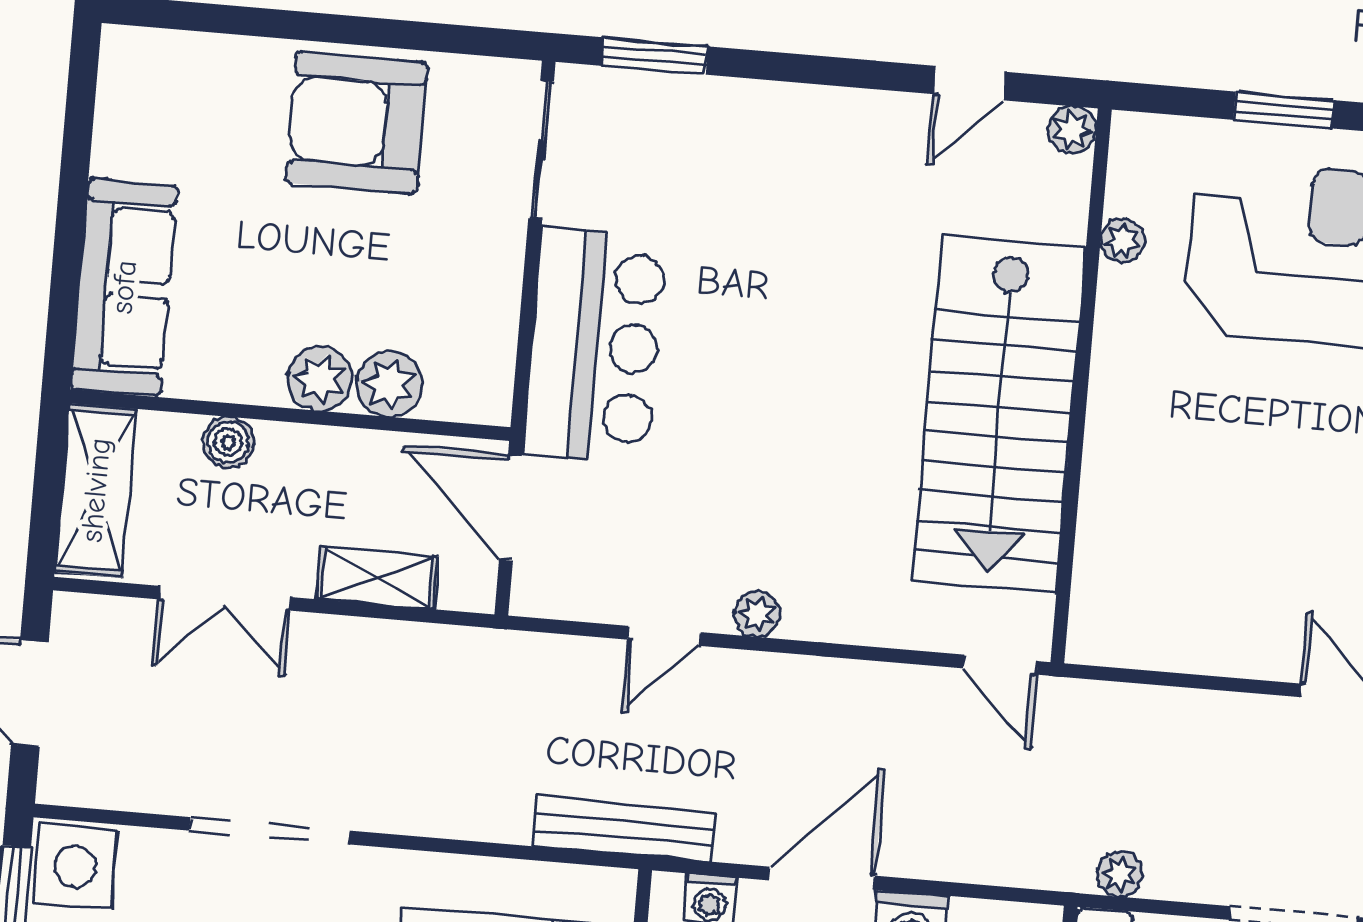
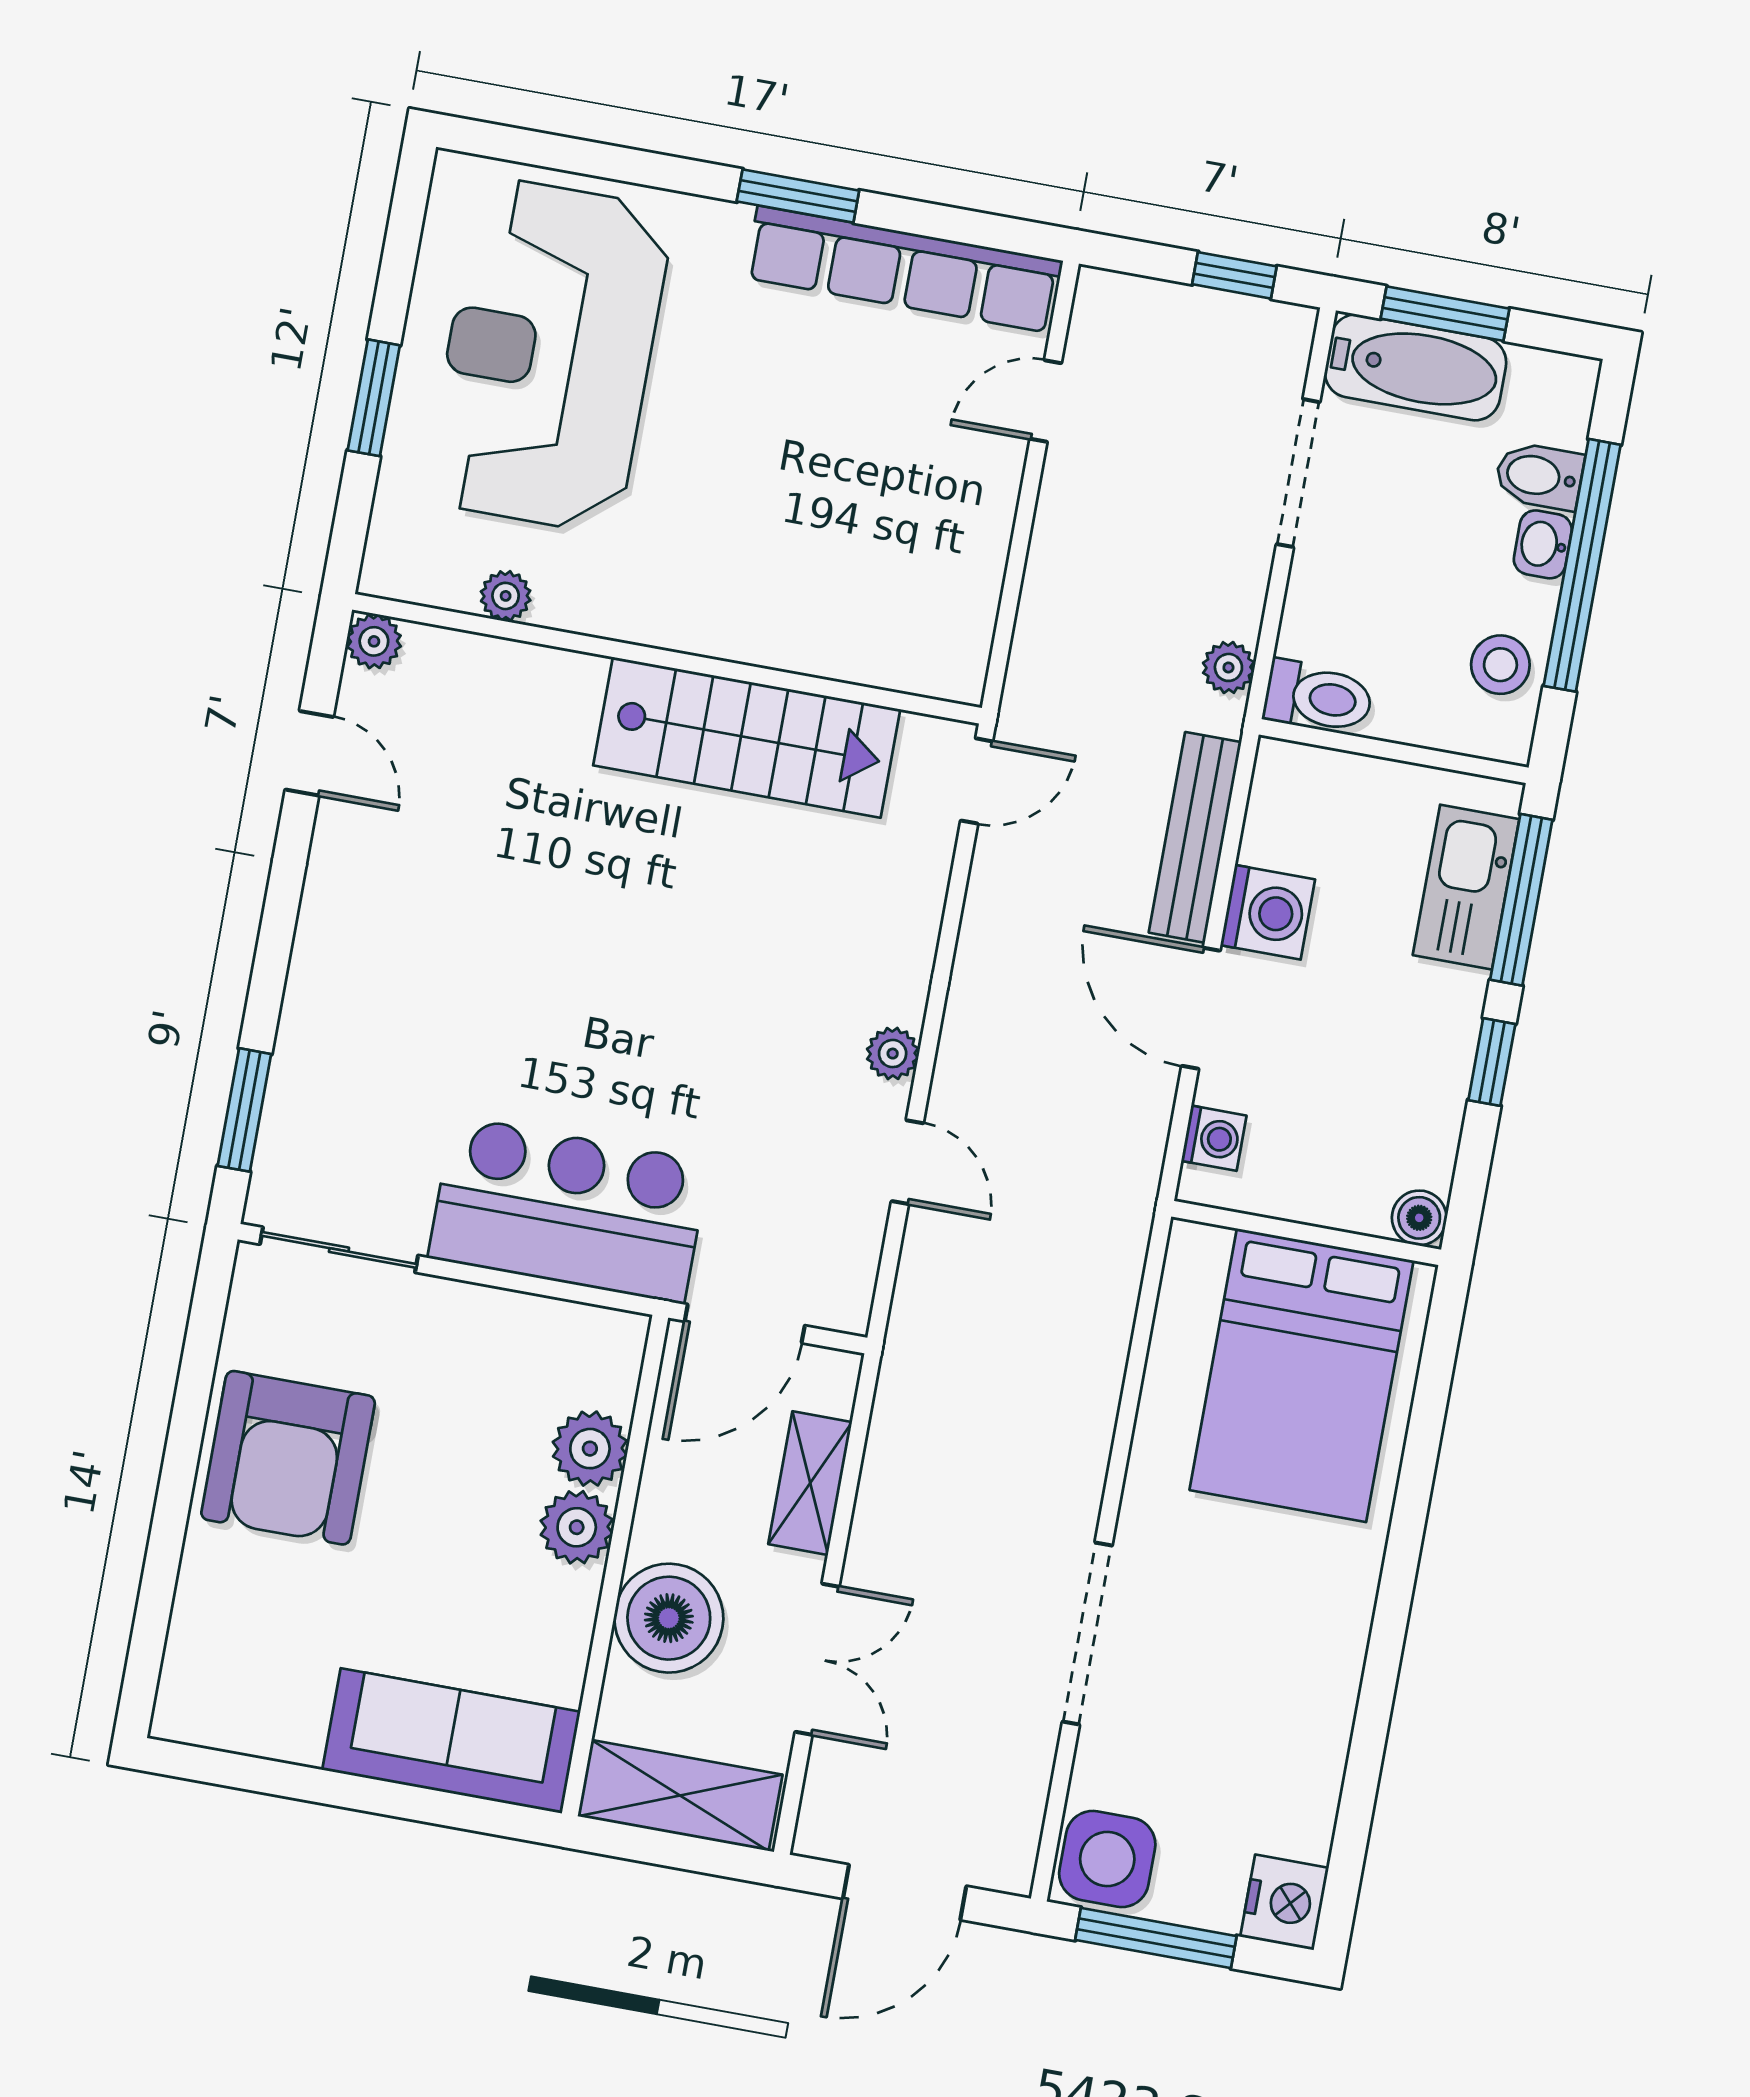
stairs: (999, 413) -> (747, 737), width x0.73, depth x0.66
boiler: (228, 442) -> (669, 1618), width x1.86, depth x1.86
bench: (624, 829) -> (1195, 837), moved

